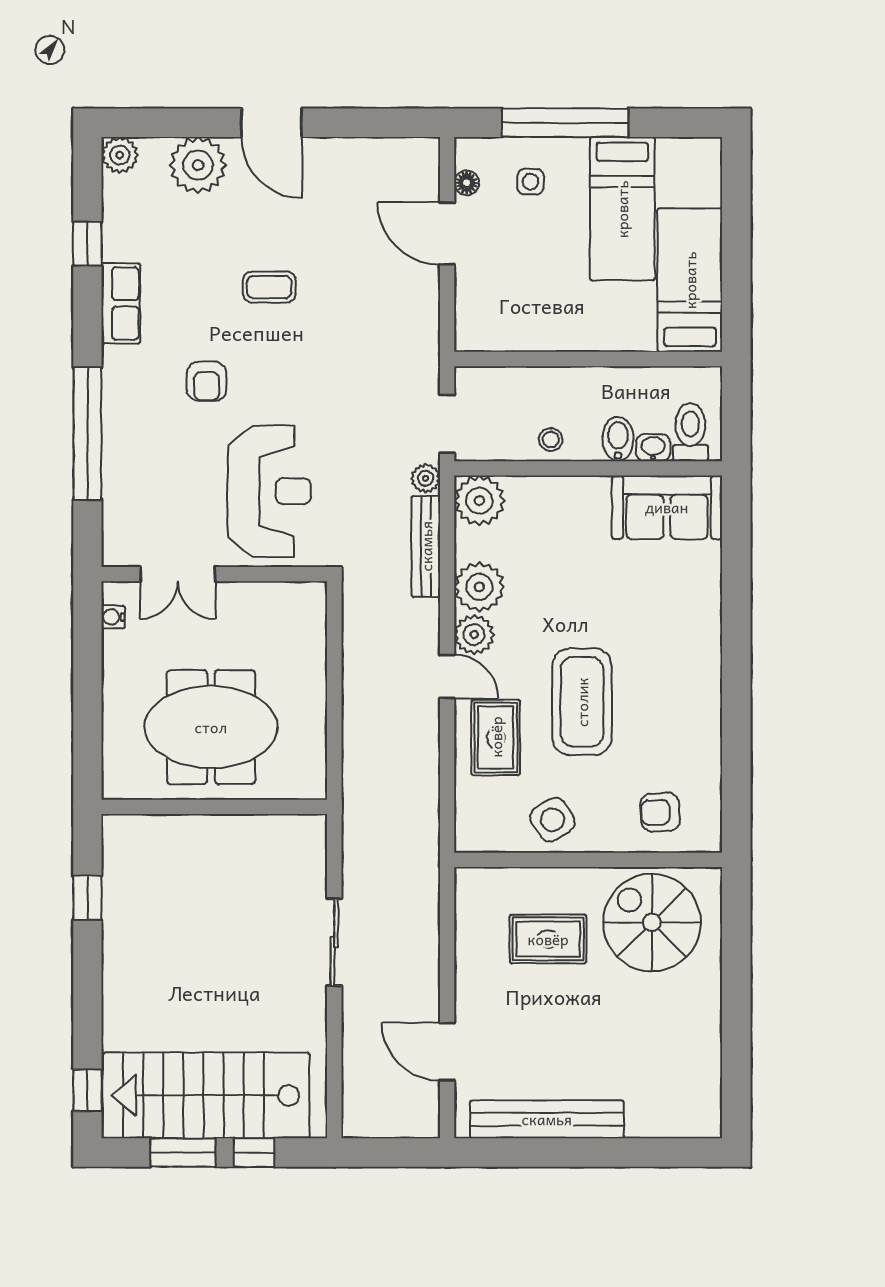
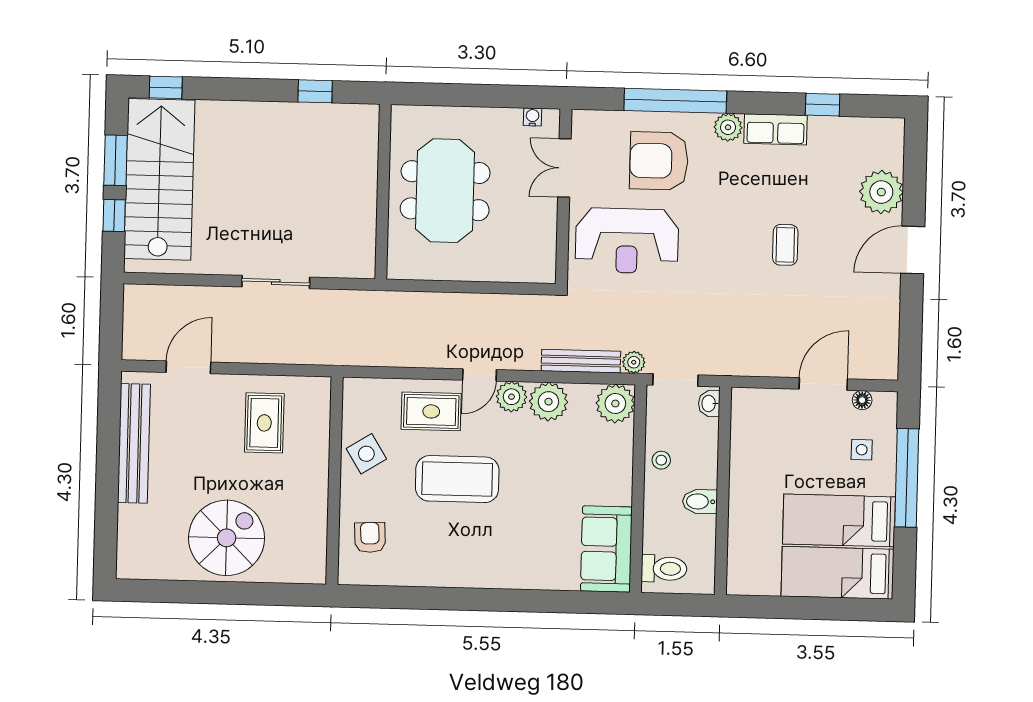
plant: (120, 155) -> (728, 127), moved
bed: (690, 280) -> (837, 573), moved, turned 180
armchair: (207, 381) -> (659, 161), moved, width x1.88, depth x1.88
bidet: (618, 439) -> (700, 502), moved, turned 180
washbasin: (653, 448) -> (709, 403), moved, turned 180
spiral stairs: (652, 923) -> (227, 538), moved
rug: (548, 939) -> (264, 423), moved

